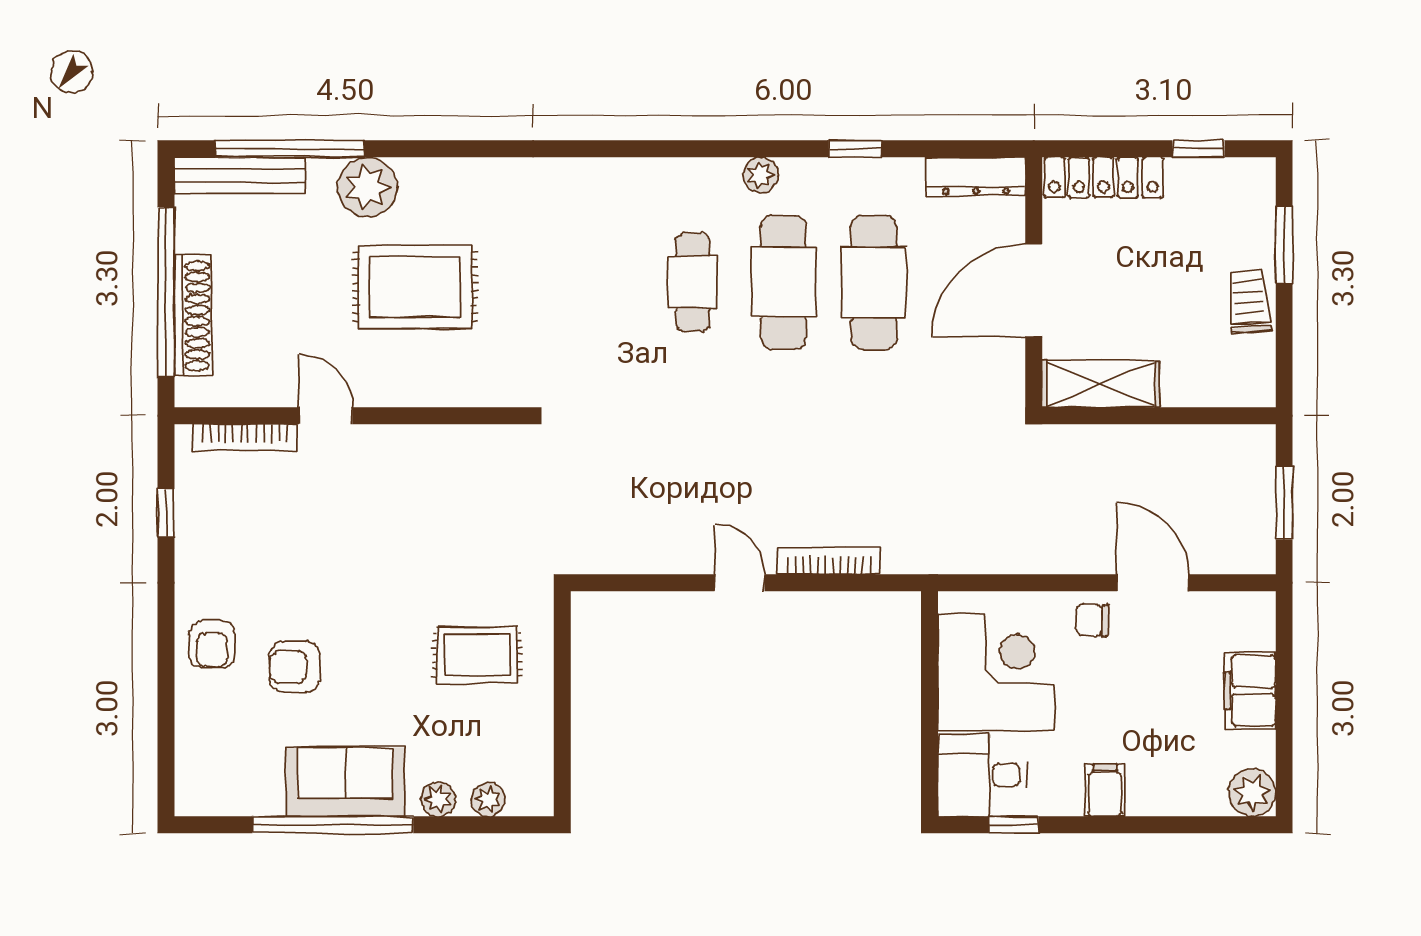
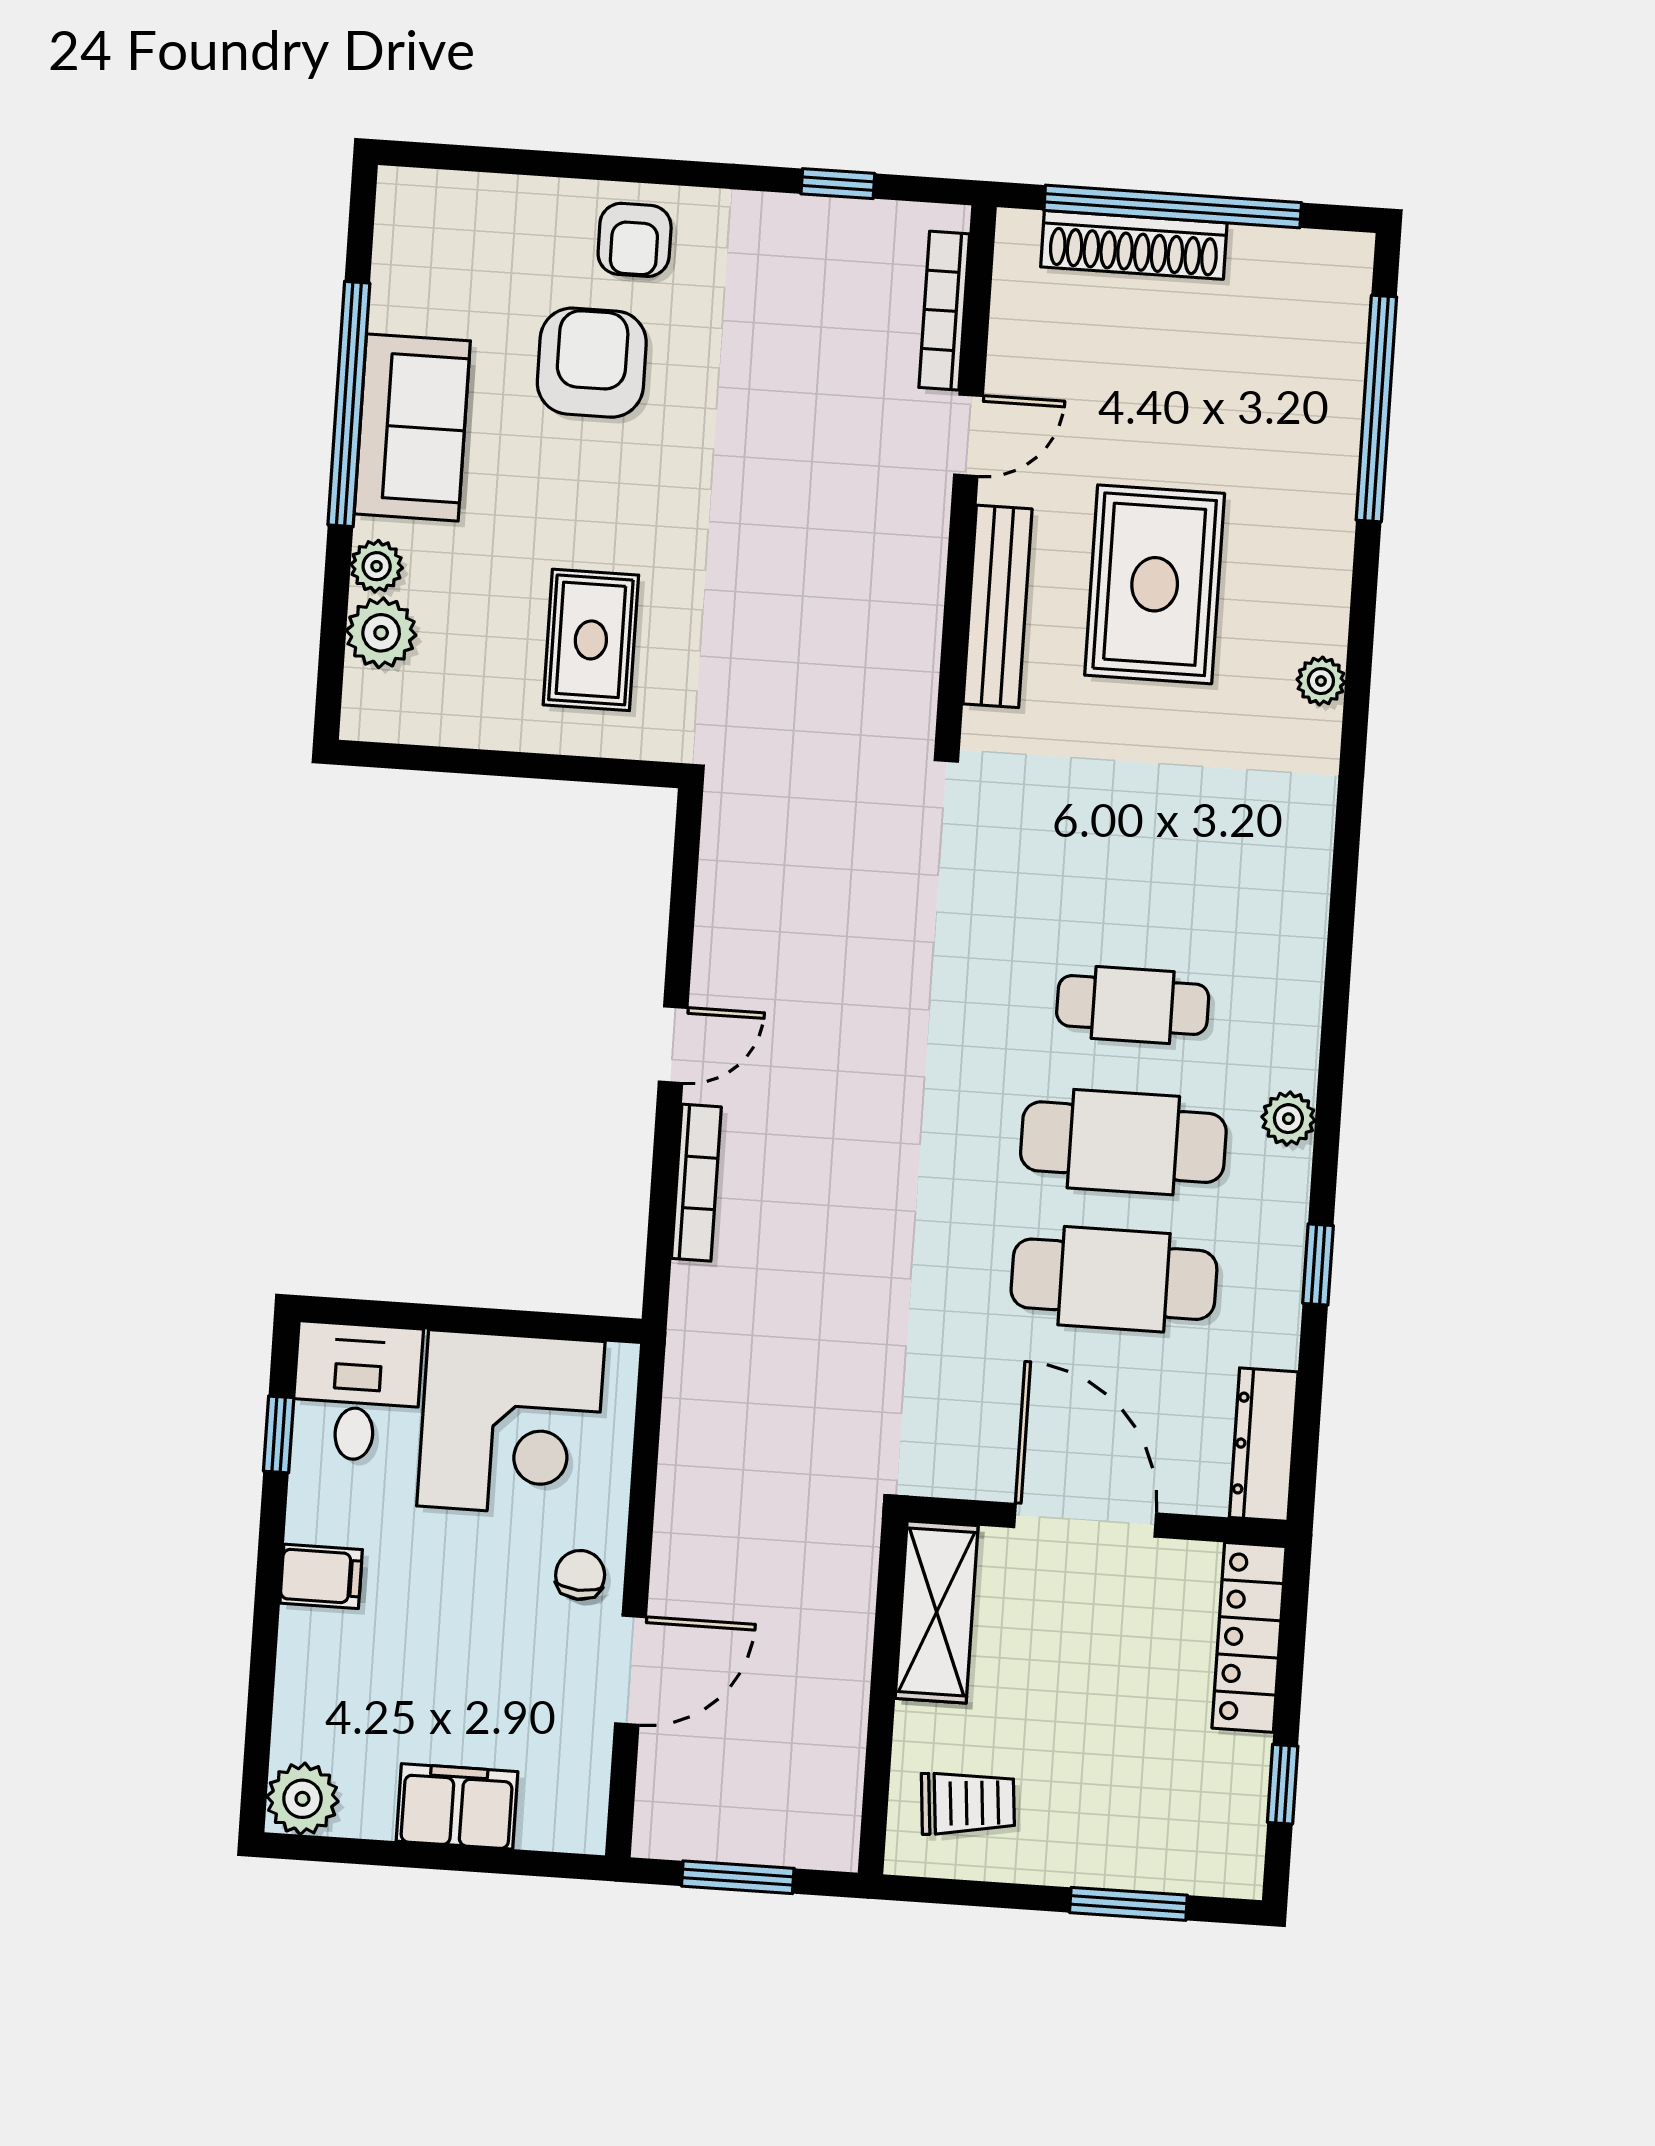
bench: (240, 176) -> (997, 606), moved
plant: (367, 187) -> (1321, 681), moved, width x0.53, depth x0.53
trolley: (1249, 301) -> (968, 1803), moved
armchair: (212, 644) -> (635, 240), turned -90
armchair: (295, 667) -> (592, 363), width x1.38, depth x1.38
plant: (488, 800) -> (381, 633), width x1.38, depth x1.38

